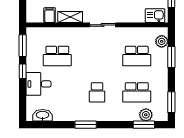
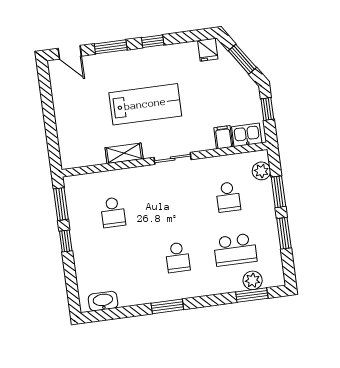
filing cabinet: (50, 15) -> (223, 137), moved
school desk: (57, 56) -> (113, 212), width x0.54
school desk: (137, 56) -> (228, 197), width x0.54
desk: (39, 84) -> (91, 256), removed
window: (171, 102) -> (284, 233), moved

